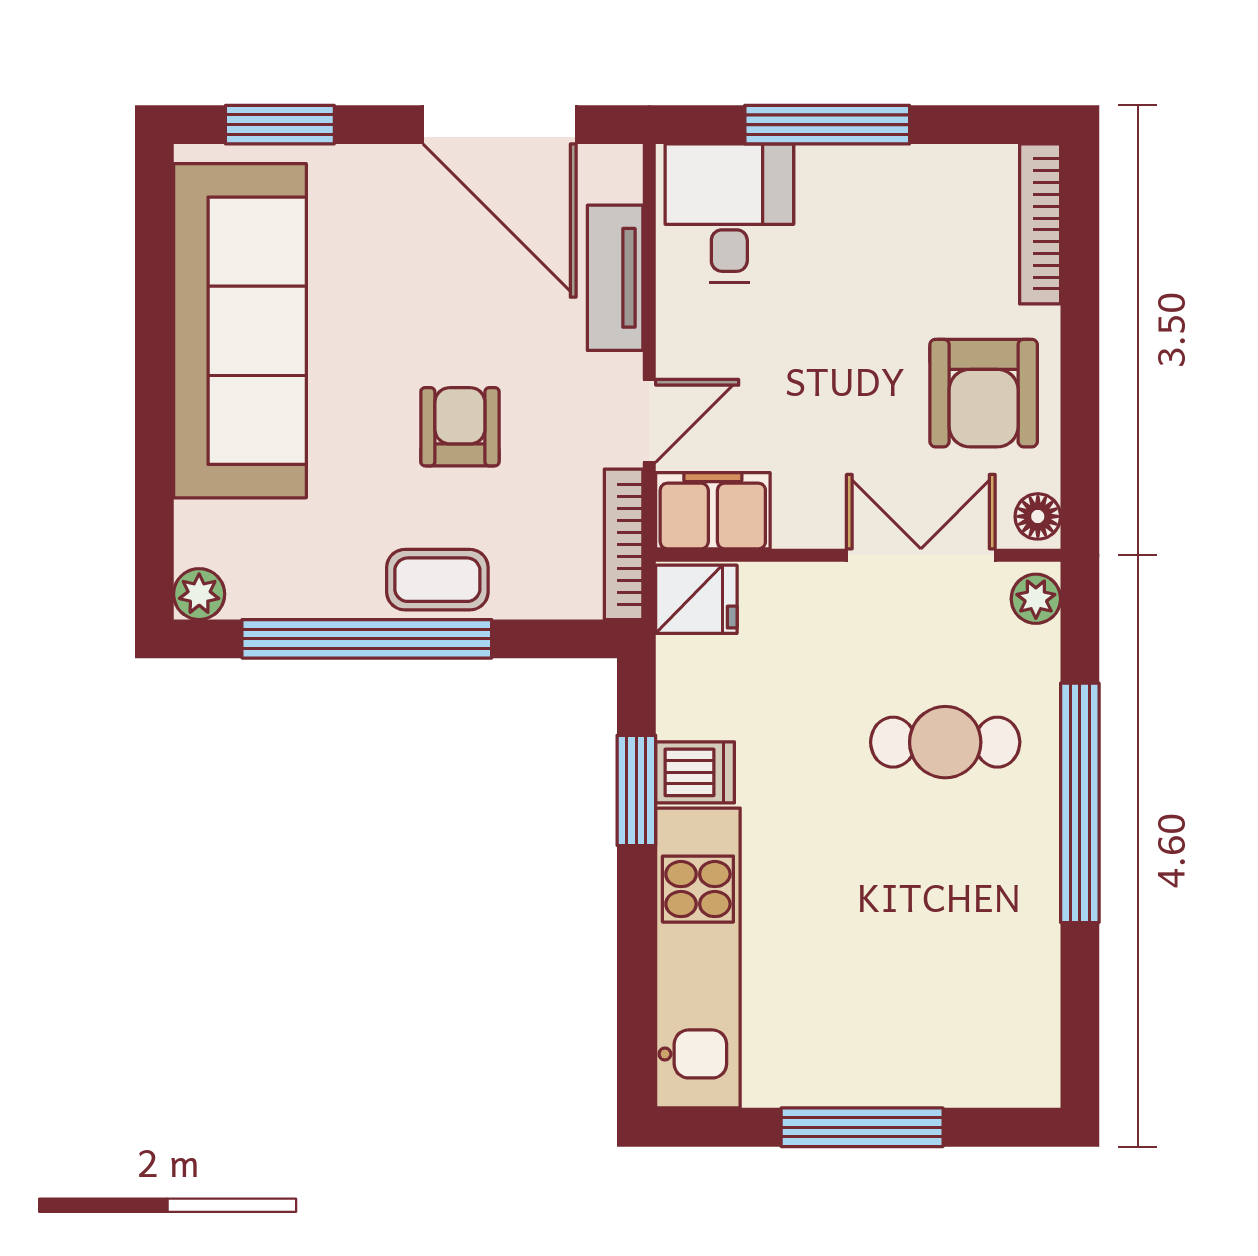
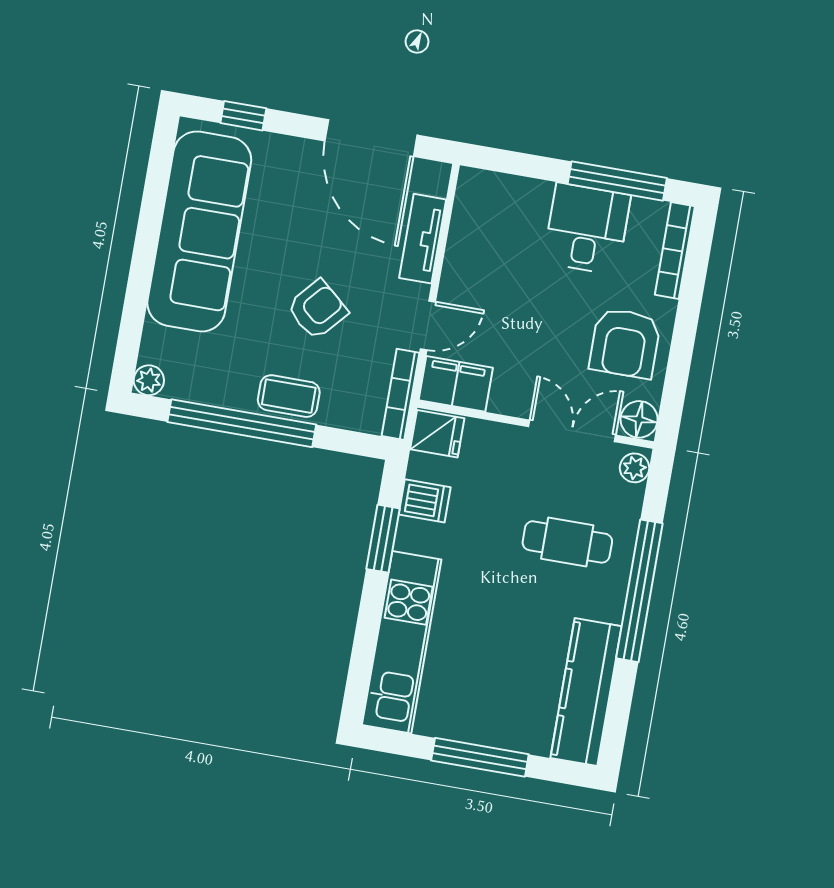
window: (280, 125) -> (243, 116), width x0.67
window: (827, 125) -> (617, 181), moved
desk: (729, 213) -> (587, 229), moved
armchair: (460, 427) -> (317, 310), turned 41
floor lamp: (1038, 516) -> (639, 419), width x1.37, depth x1.37
dishwasher: (695, 772) -> (425, 501), moved
kitchen counter: (1020, 987) -> (586, 692), added

